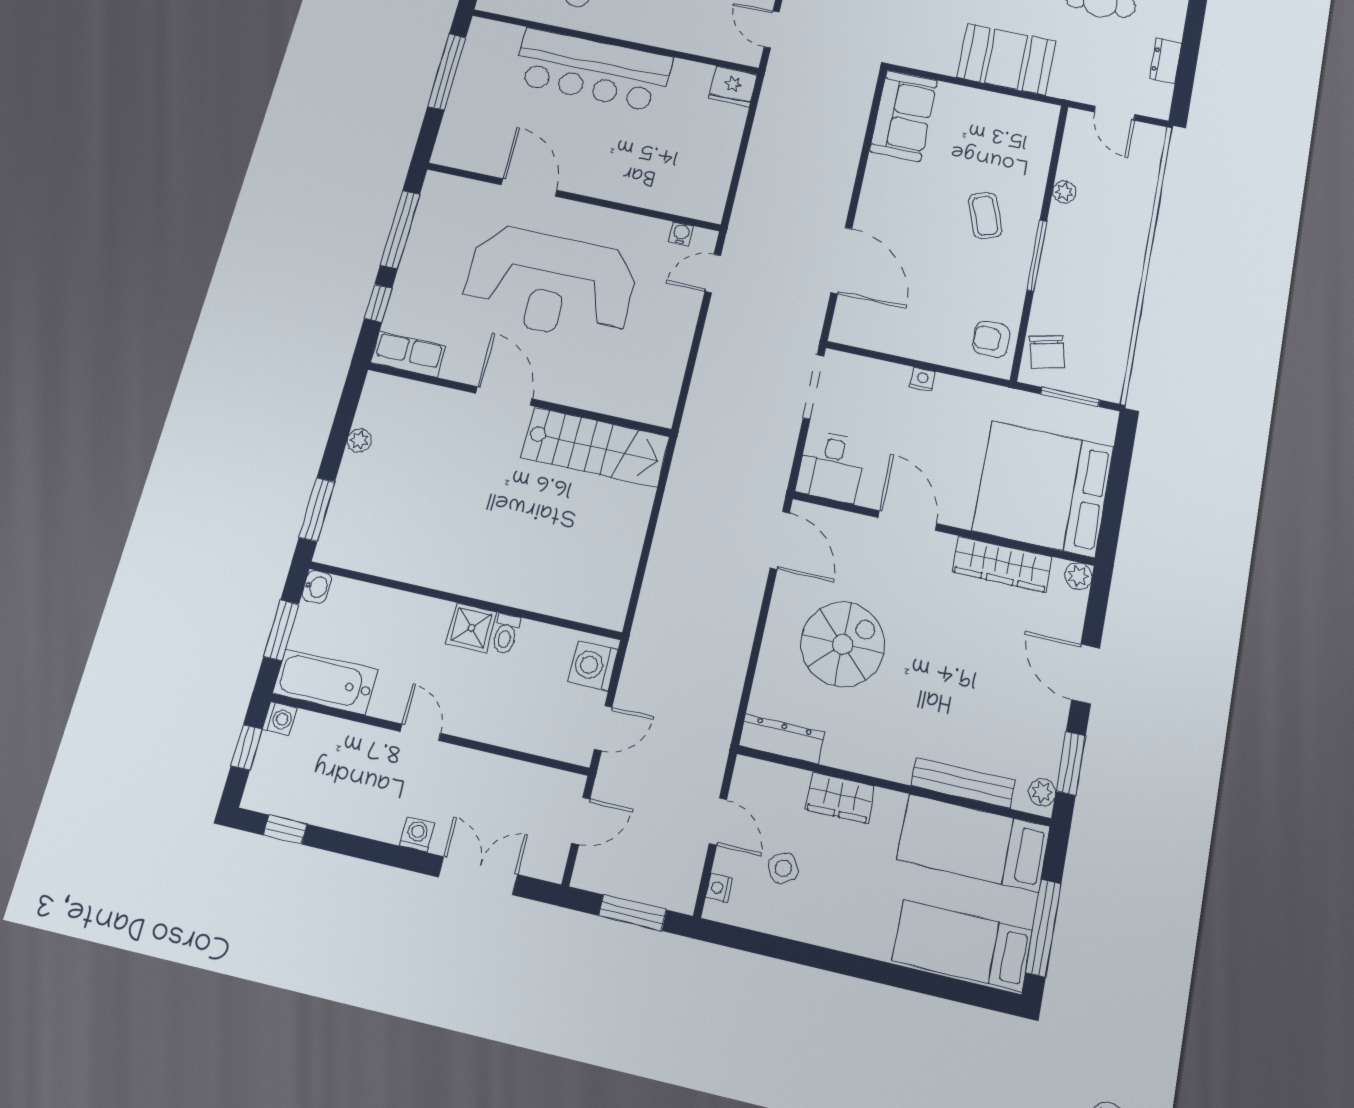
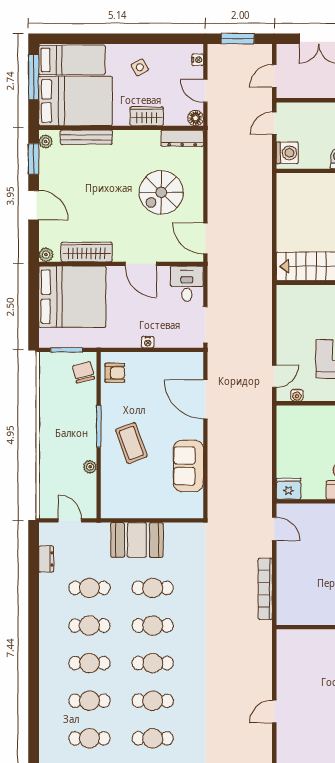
sofa: (903, 116) -> (188, 466), moved
coffee table: (985, 216) -> (131, 443), width x1.36, depth x1.30
floor lamp: (748, 773) -> (196, 118), added
bed: (973, 843) -> (75, 101), width x1.50
side table: (783, 868) -> (140, 67), moved

